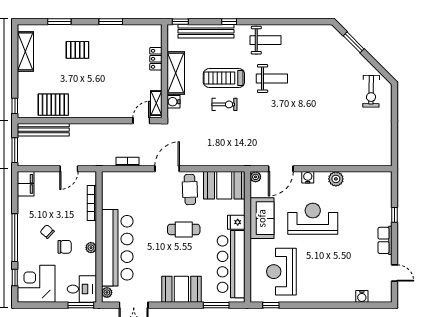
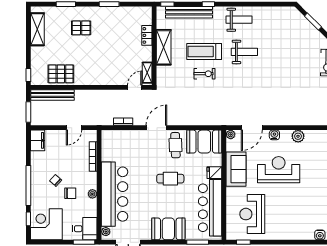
water cooler: (174, 102) -> (162, 71), removed

